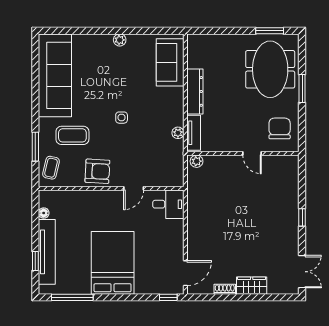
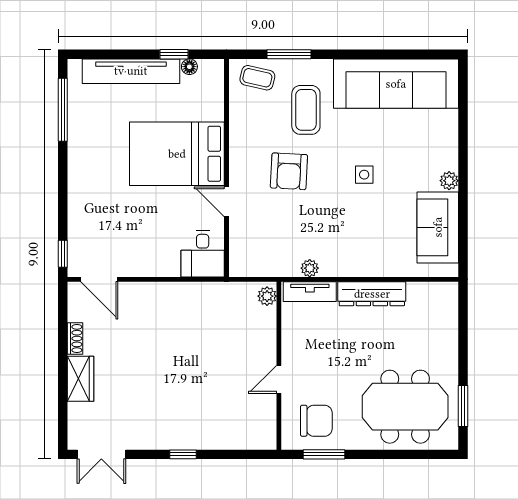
sofa: (170, 62) -> (438, 227), moved, turned -90
window: (302, 88) -> (324, 454), moved
side table: (122, 118) -> (364, 175), moved
armchair: (97, 171) -> (289, 171), moved
window: (35, 261) -> (174, 54), moved
bed: (113, 263) -> (177, 154), moved, turned 180

